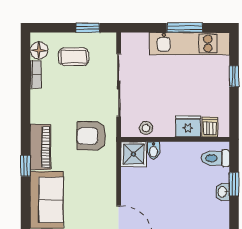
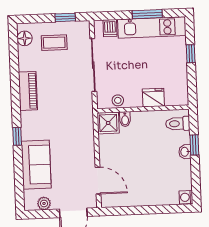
bookcase: (36, 74) -> (23, 59), removed
dishwasher: (210, 127) -> (110, 28), moved, turned 180
armchair: (91, 136) -> (72, 109), removed
piano: (40, 147) -> (28, 91), moved

